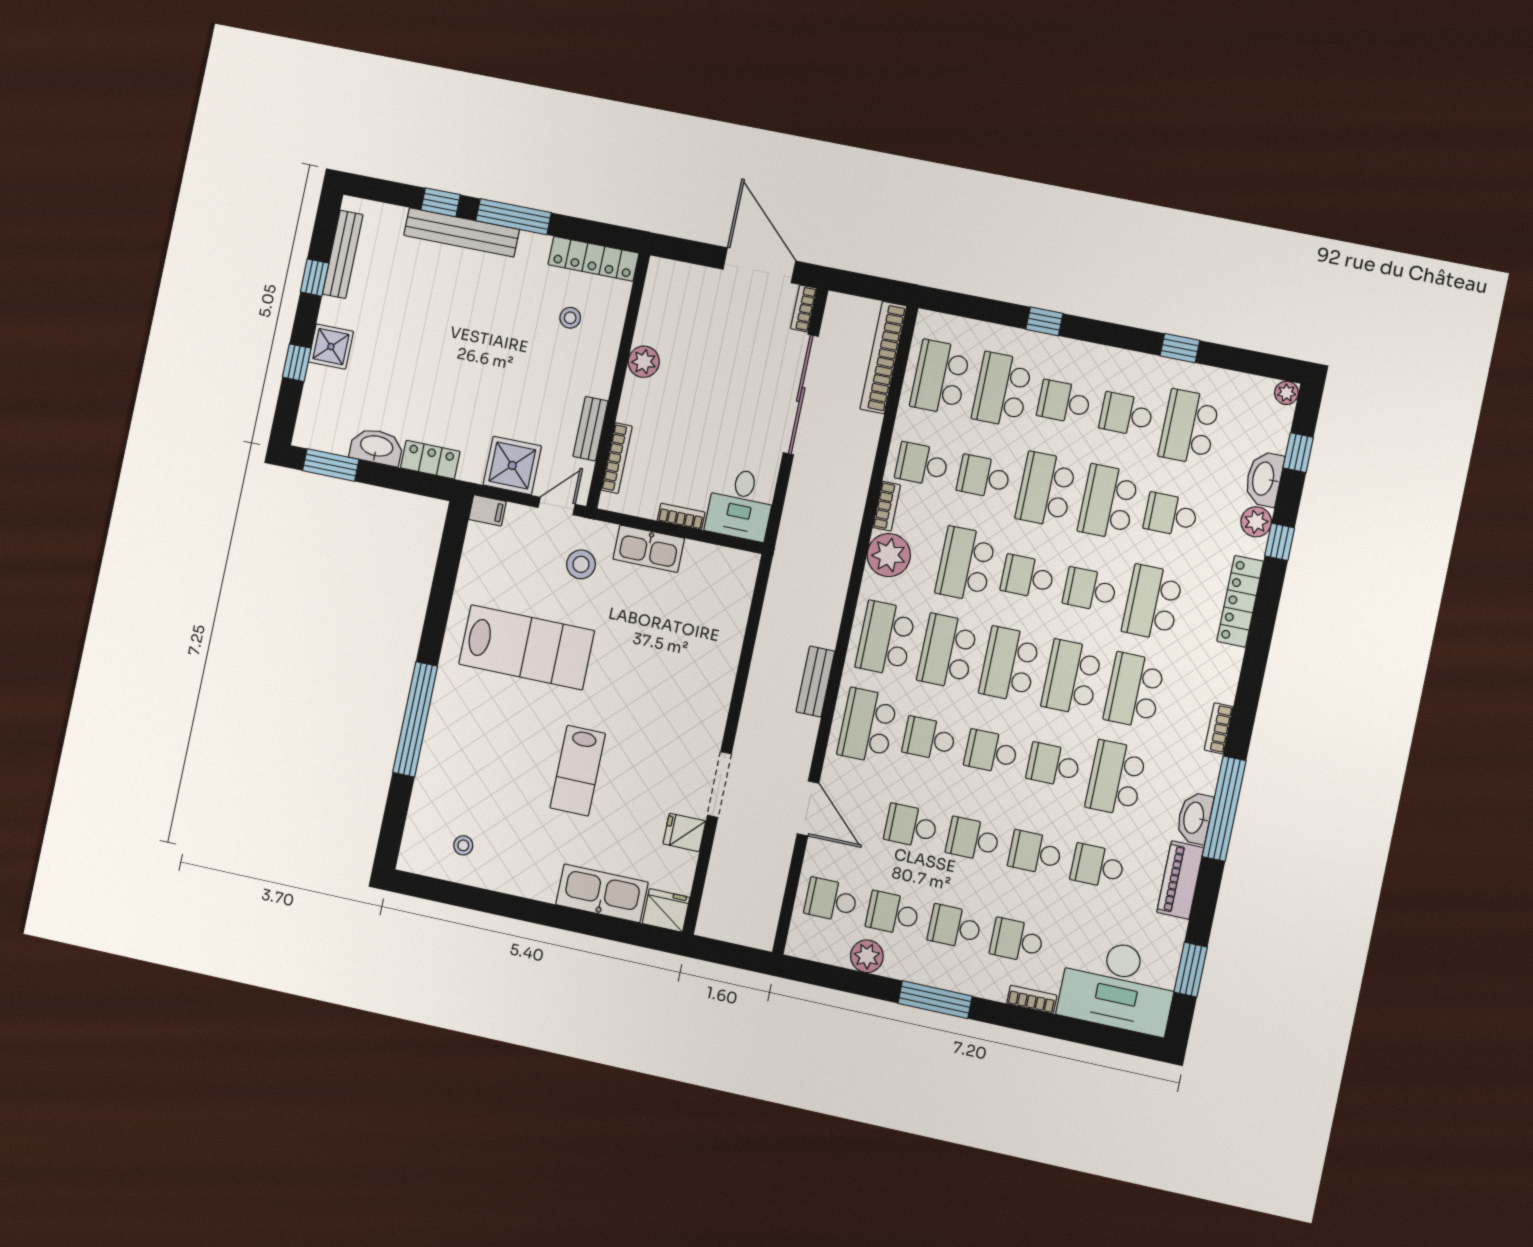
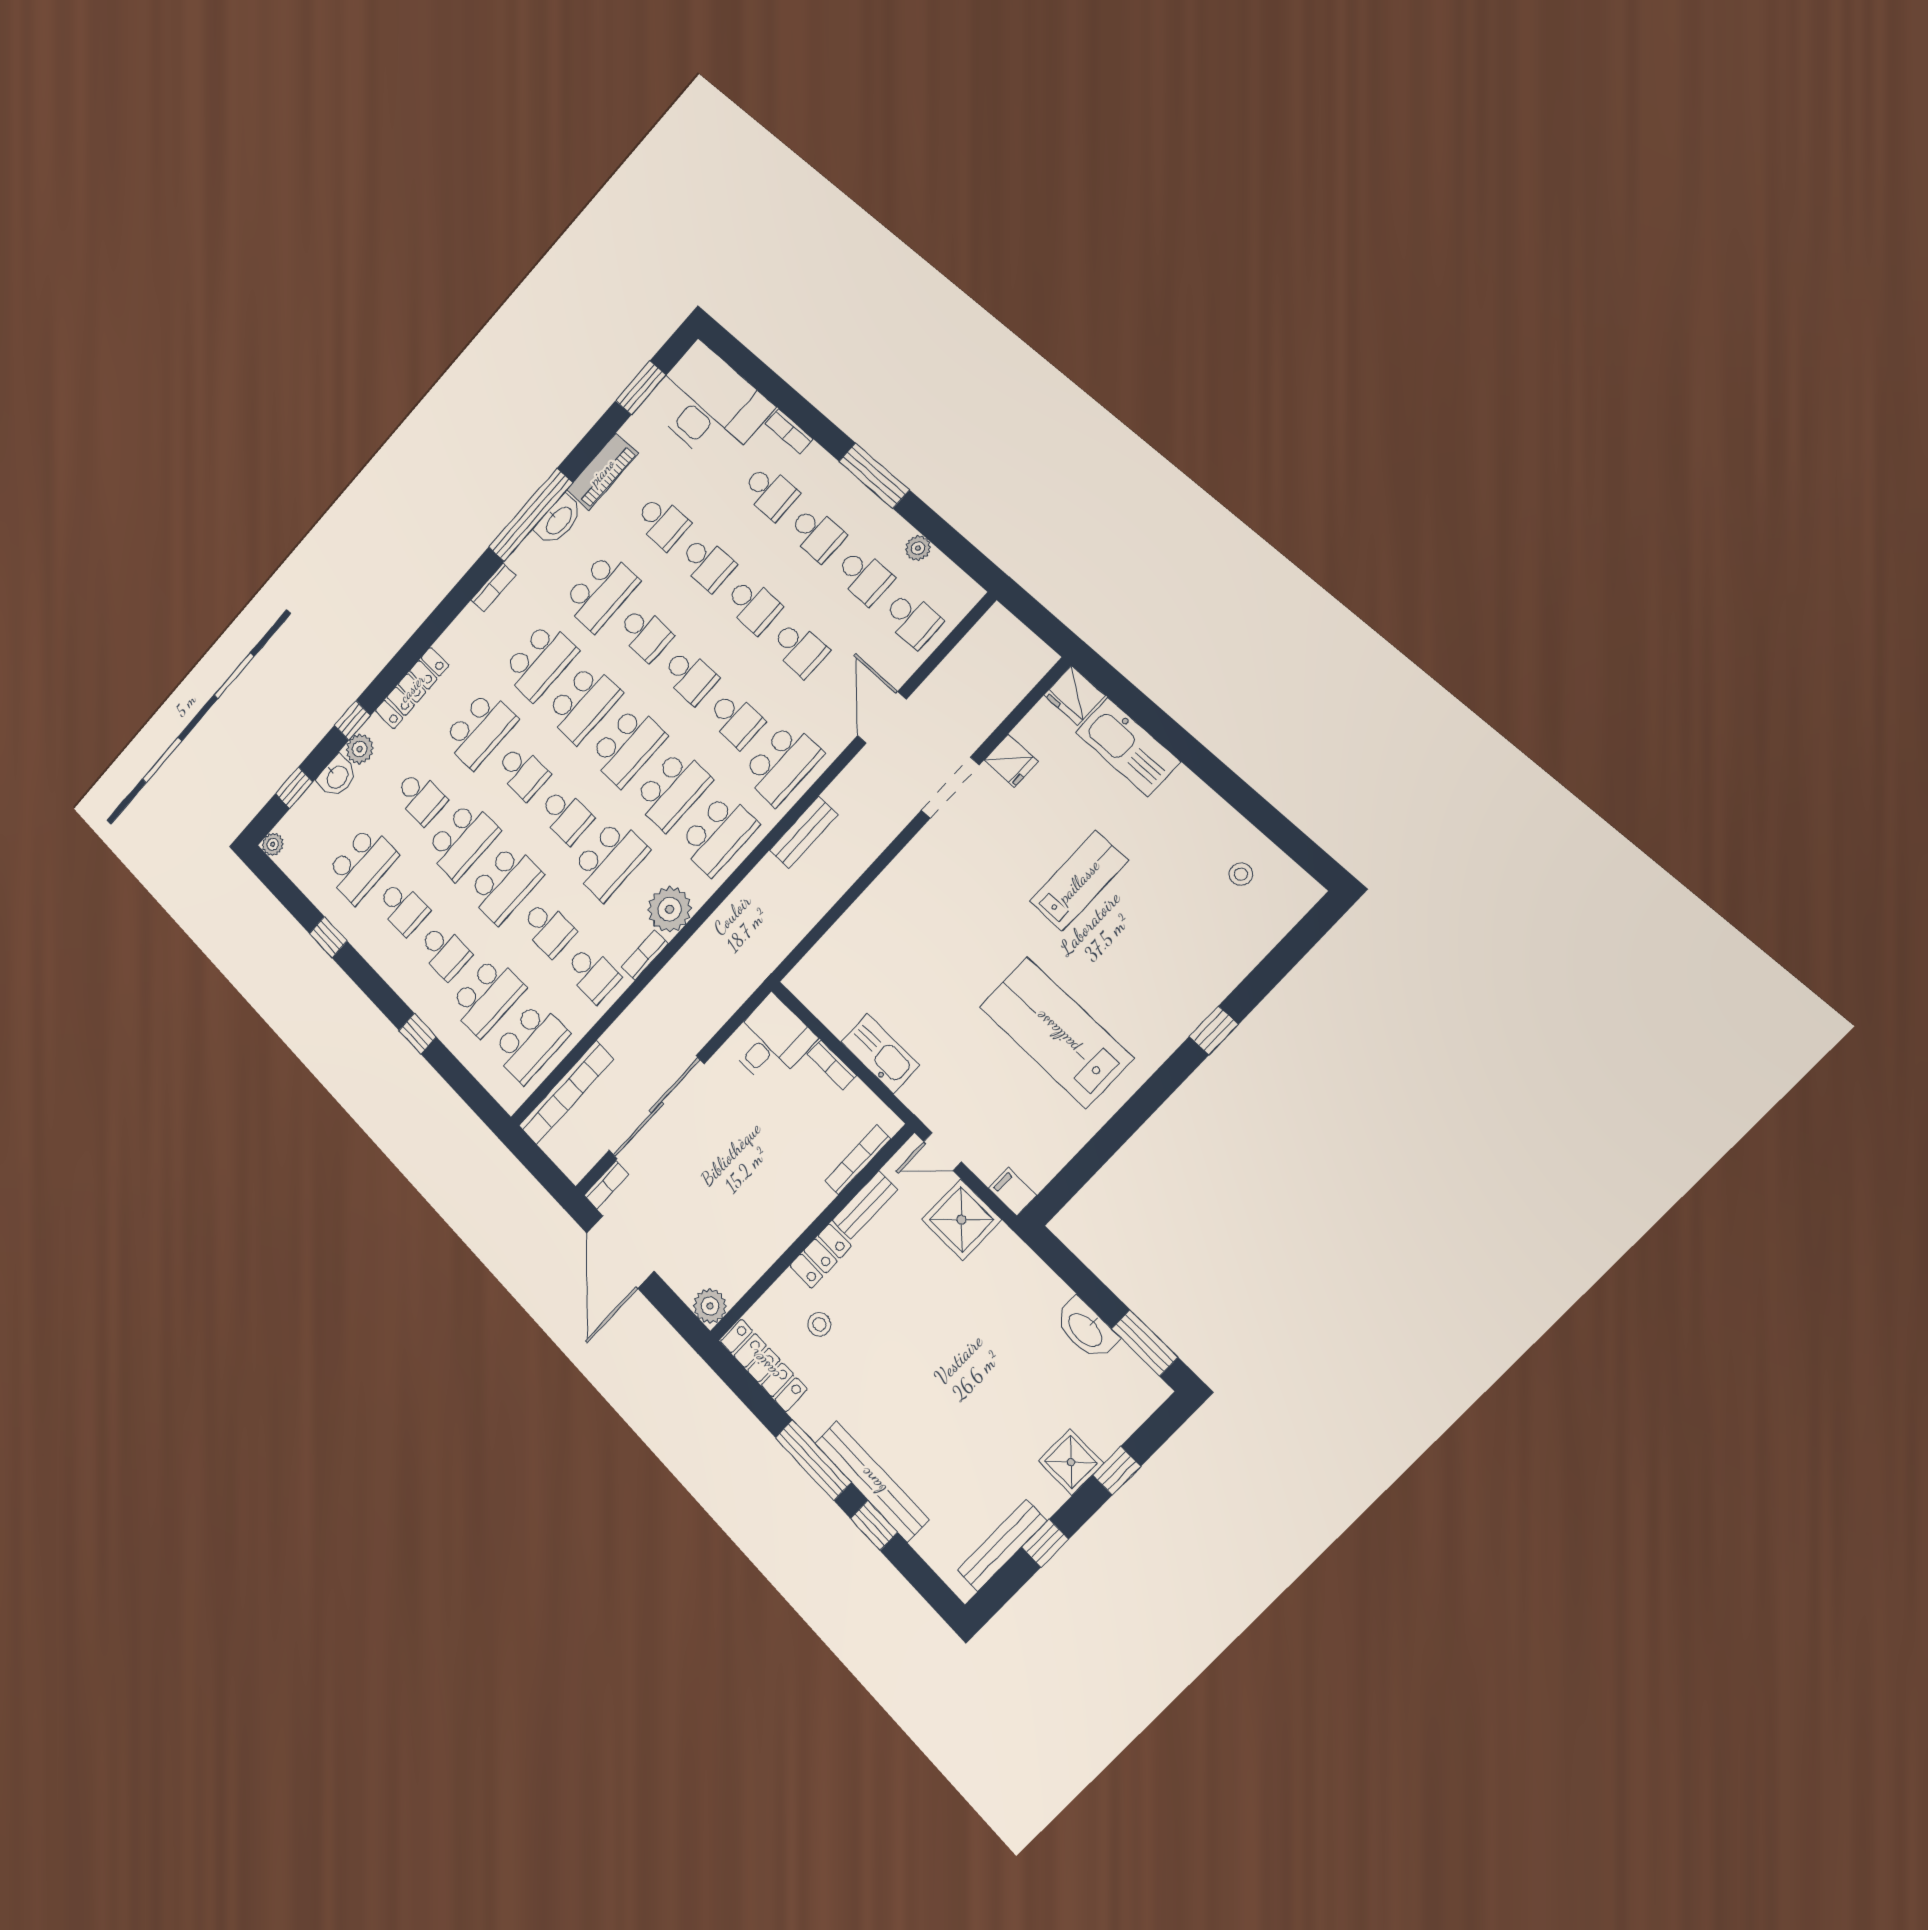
plant: (644, 362) -> (710, 1306), moved
locker: (430, 460) -> (820, 1256), moved, turned -90
washbasin: (1264, 479) -> (337, 777), width x0.72
stool: (581, 564) -> (953, 1080), removed
window: (415, 719) -> (1214, 1030), width x0.32
plant: (867, 956) -> (918, 548), width x0.73, depth x0.73

